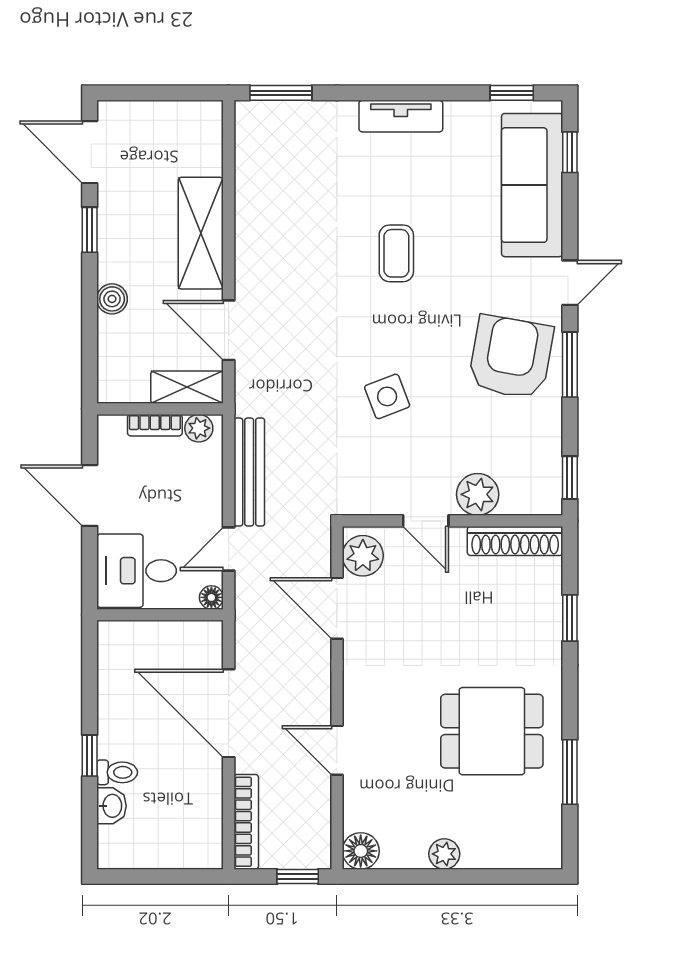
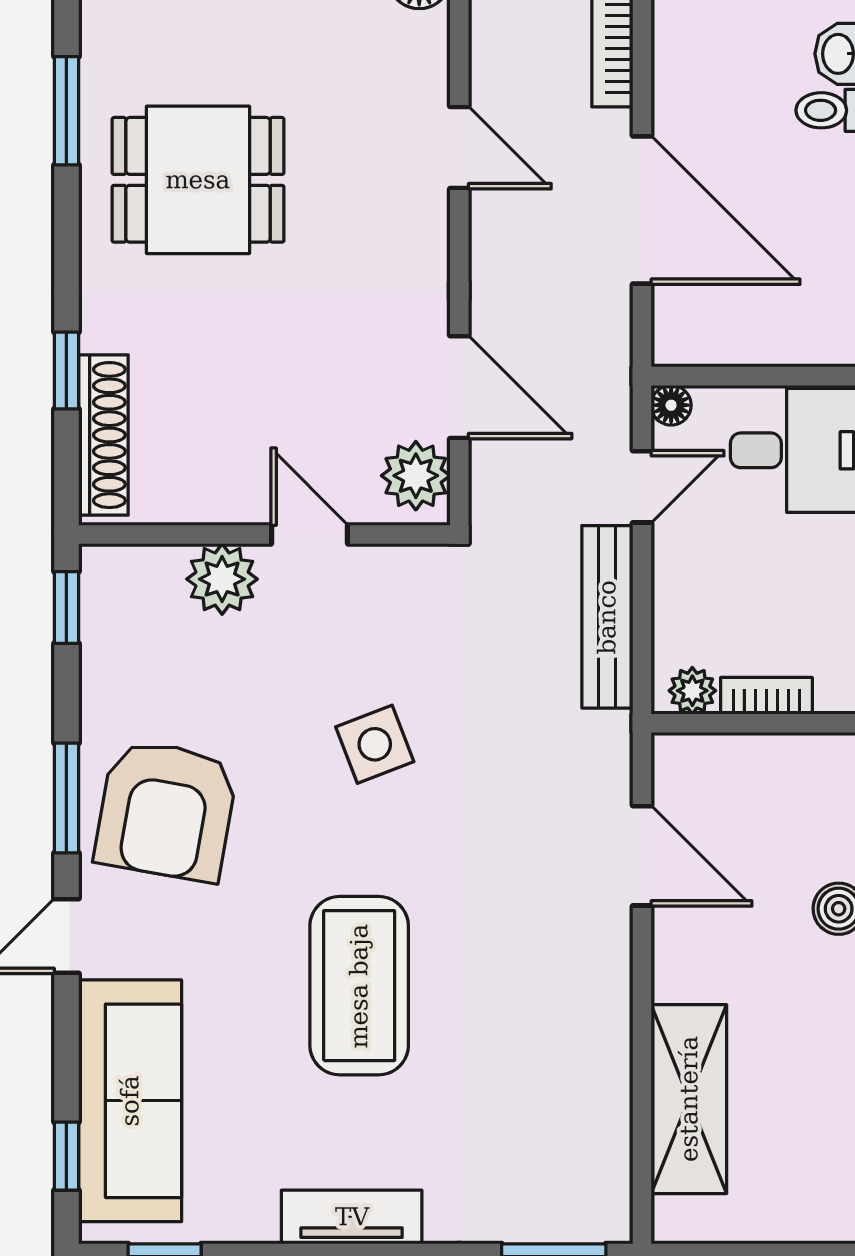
shelving: (201, 233) -> (689, 1099), moved
coffee table: (396, 253) -> (359, 986), width x1.86, depth x1.72
shelving: (187, 387) -> (712, 760), removed
shoe rack: (515, 541) -> (103, 435), moved, turned 90

